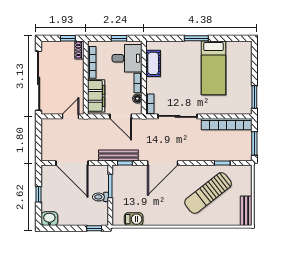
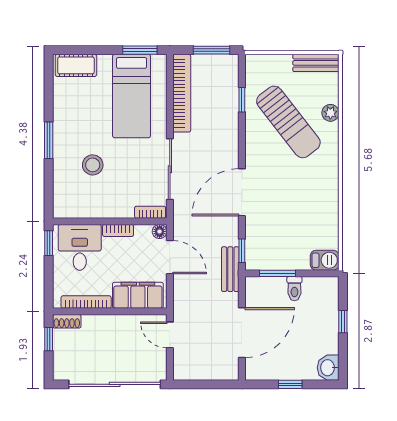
window: (119, 38) -> (49, 243), moved
cot: (153, 63) -> (76, 65), moved
stool: (180, 67) -> (93, 165), added
bed: (213, 68) -> (132, 96), moved, turned 90
floor lamp: (137, 99) -> (160, 231), moved
door: (121, 116) -> (170, 257), hinge flipped
bench: (118, 155) -> (230, 269), width x0.73
door: (163, 163) -> (242, 192), swing flipped
barbecue: (134, 219) -> (325, 260), moved, turned 90
plant: (214, 220) -> (330, 113), added
window: (94, 228) -> (343, 322), moved

